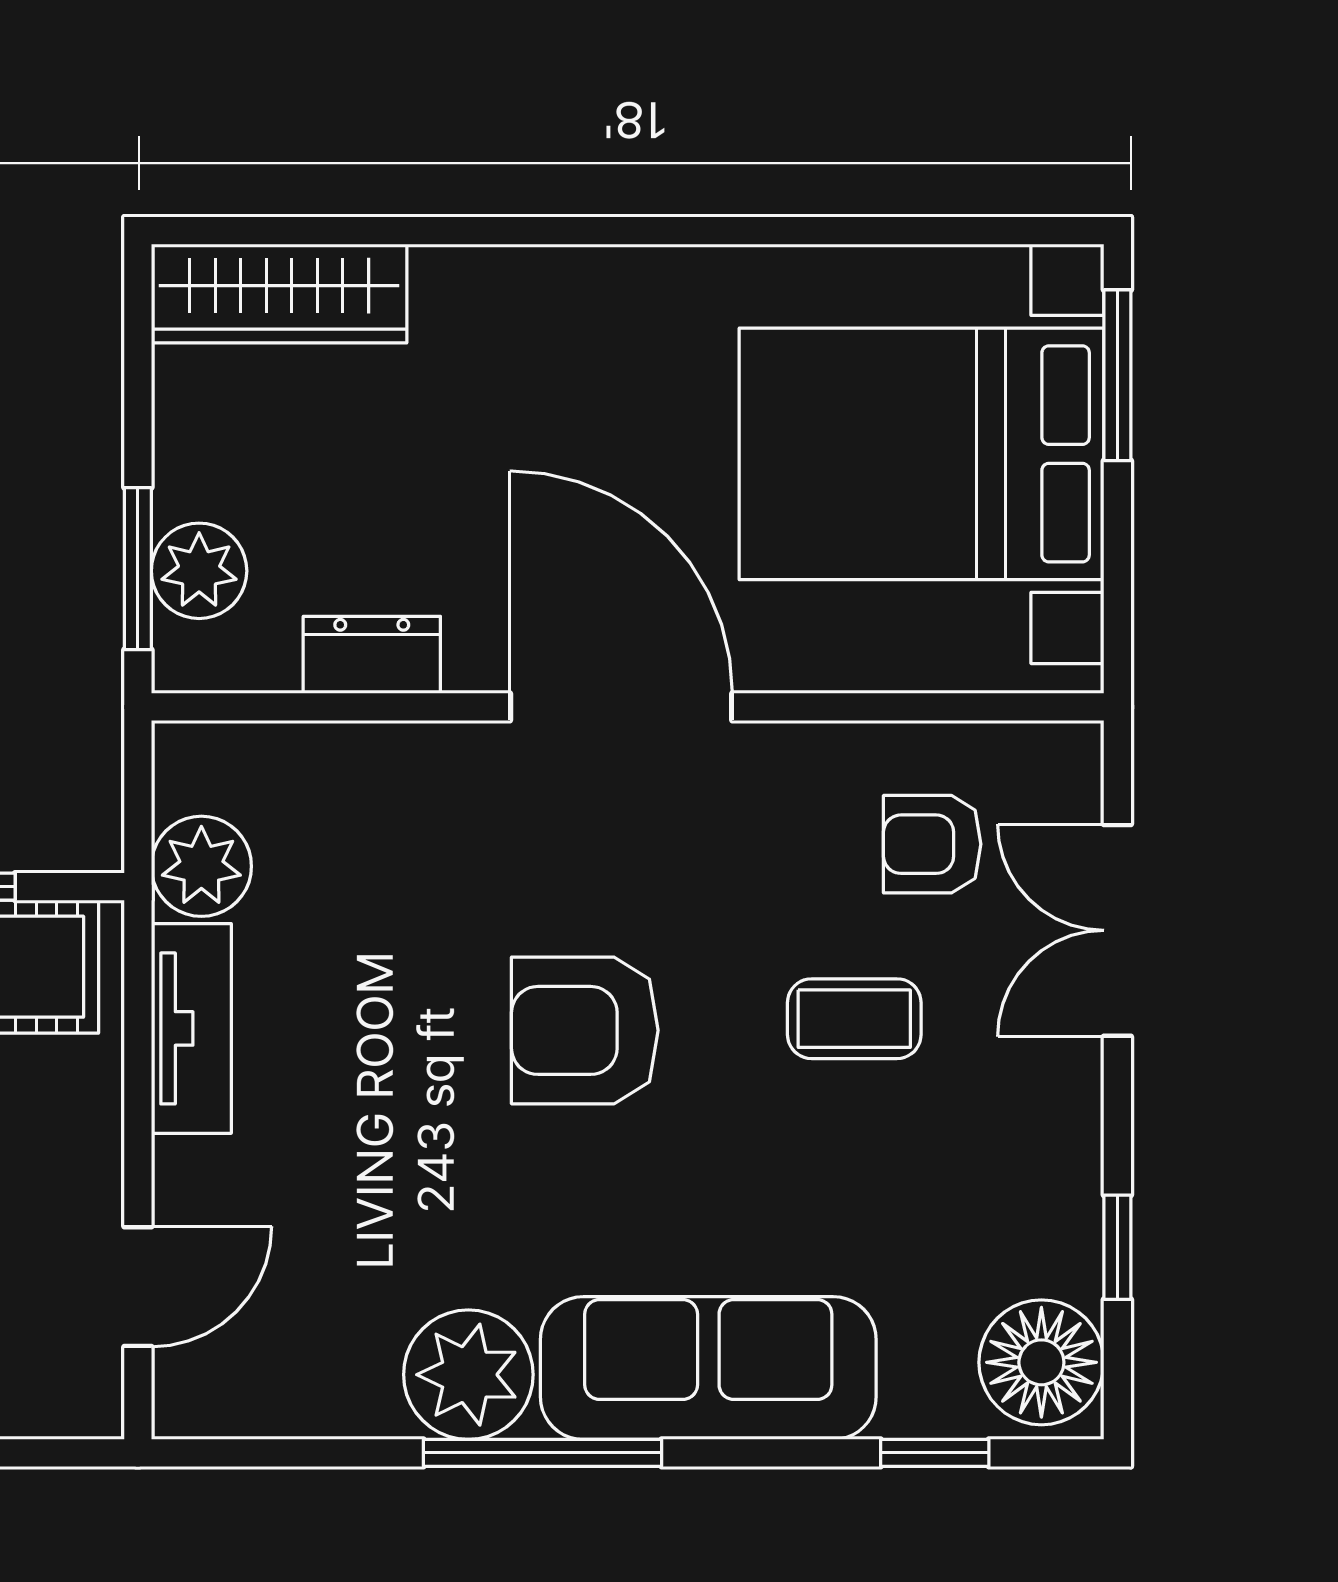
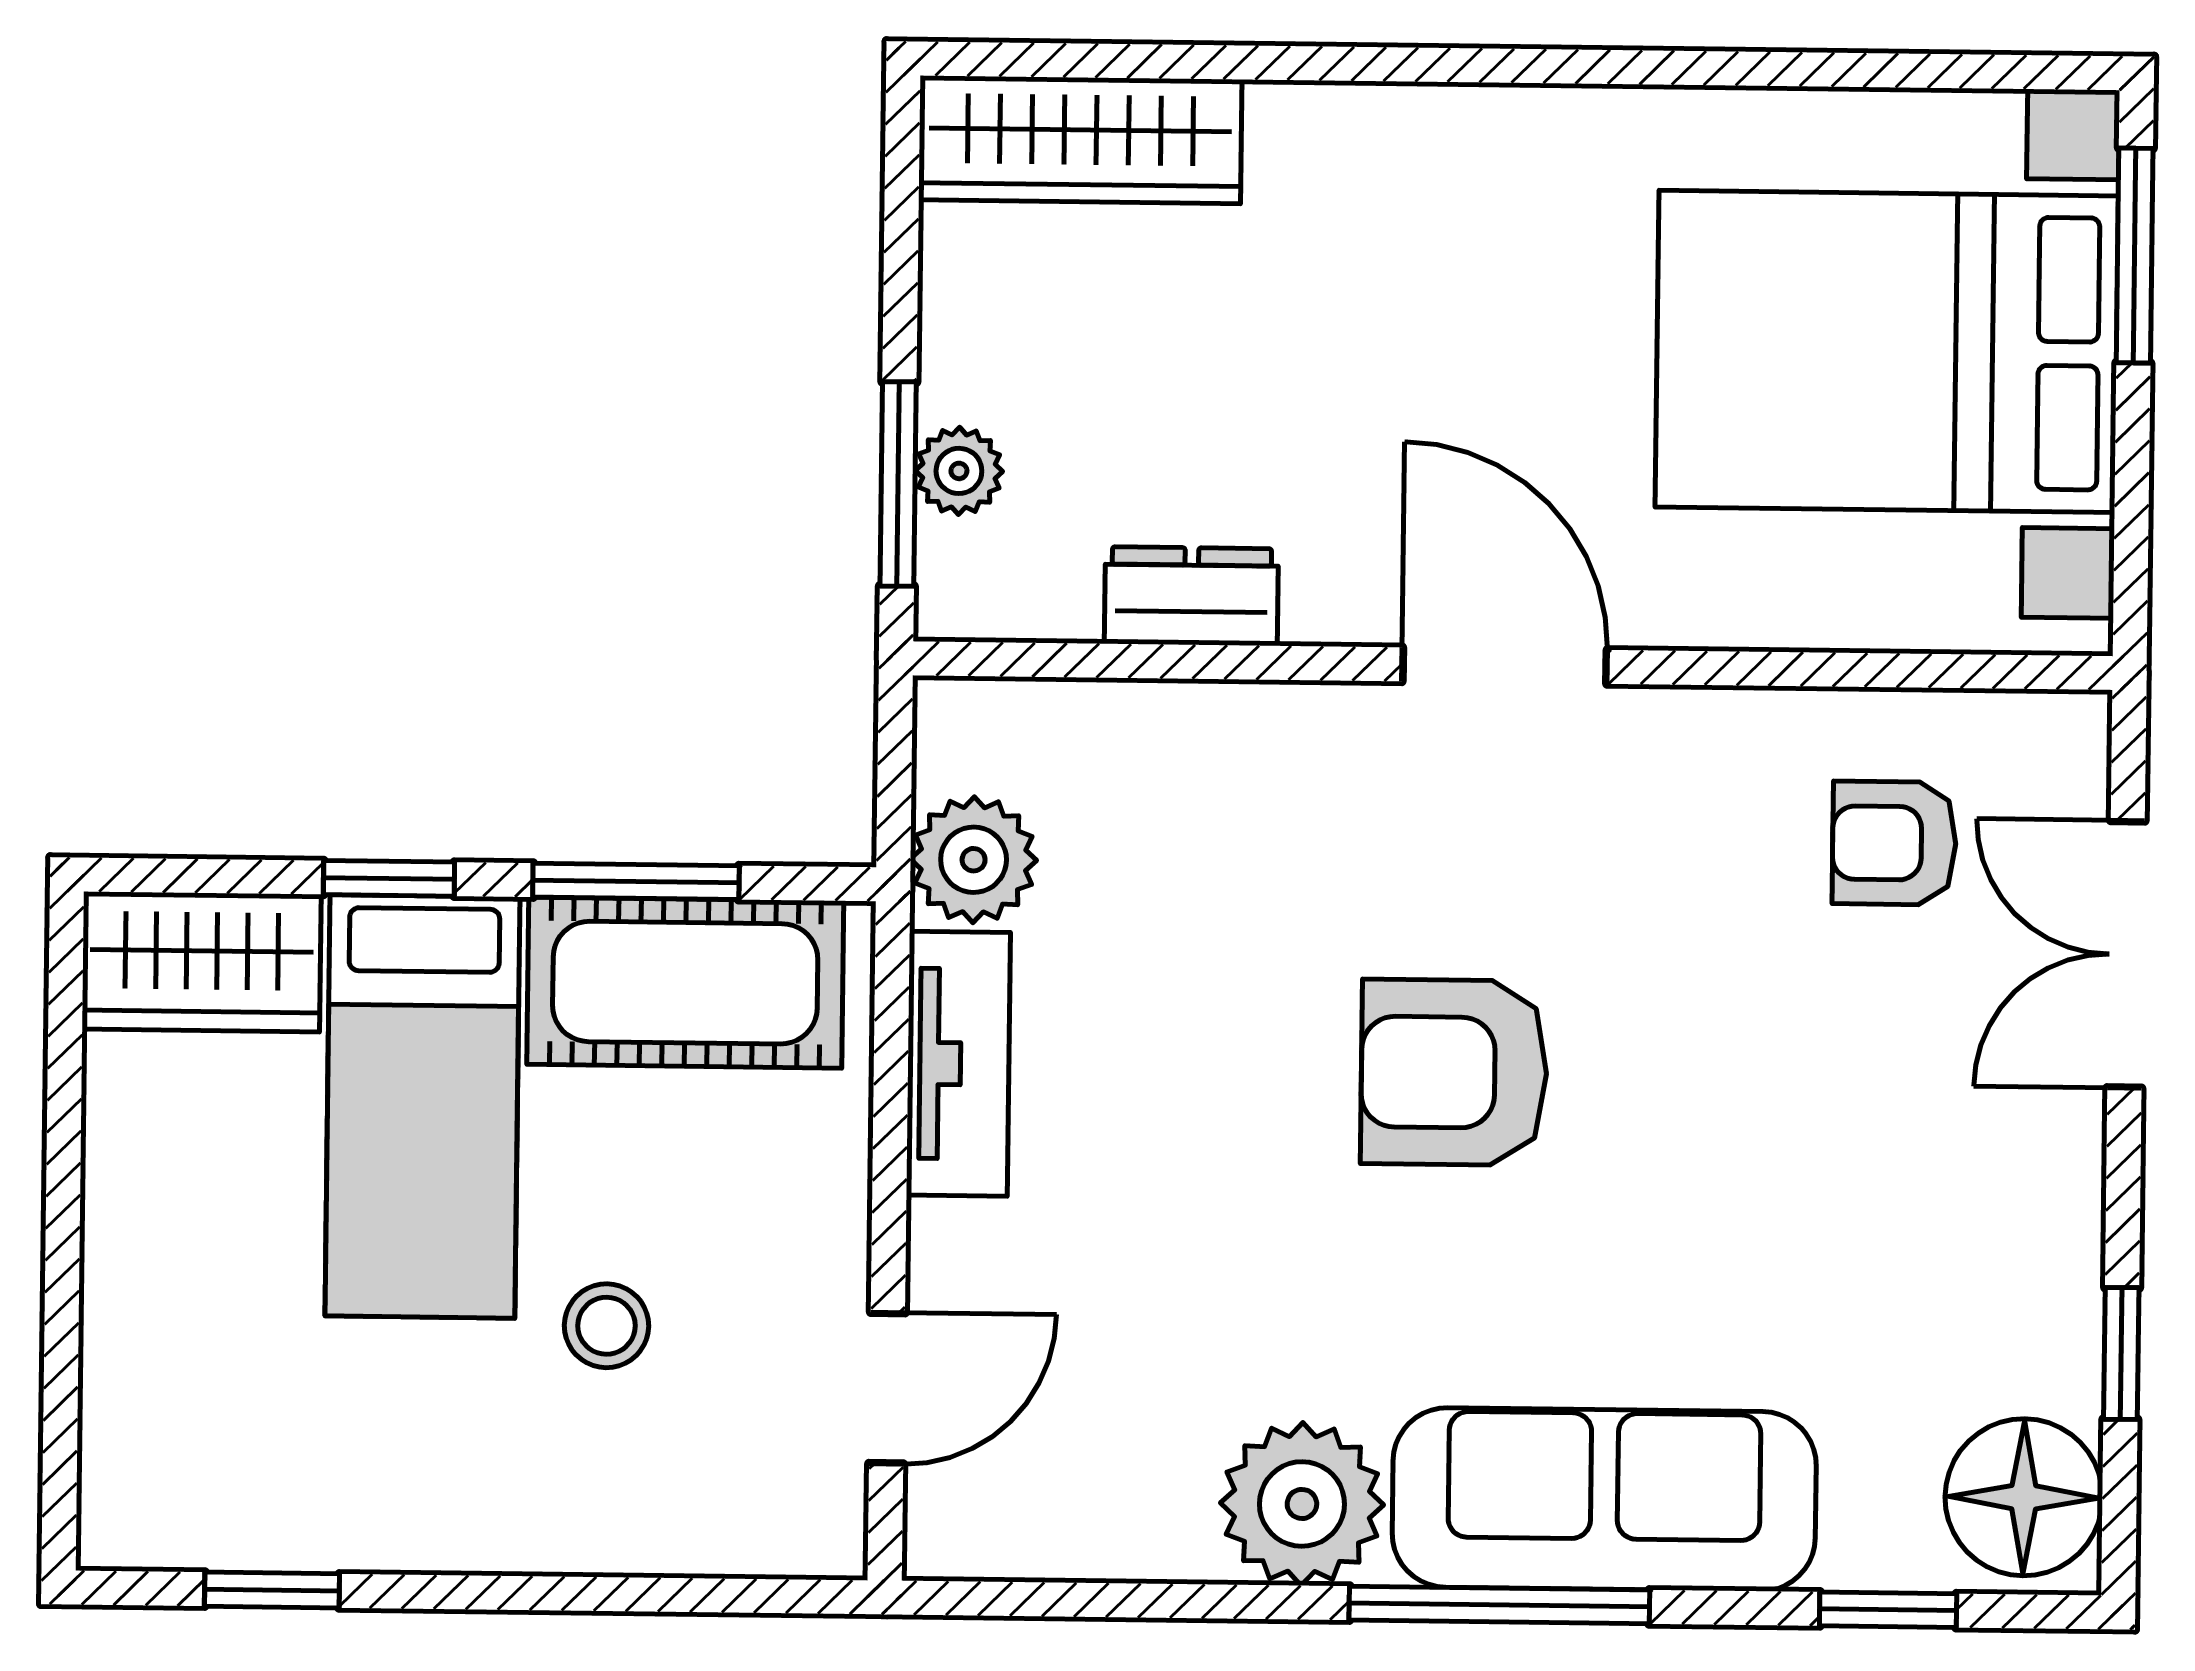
plant: (199, 571) -> (959, 471), width x0.73, depth x0.73
door: (621, 707) -> (1505, 666), width x0.73
coffee table: (854, 1019) -> (1793, 1062), removed
window: (543, 1453) -> (1499, 1605), moved

